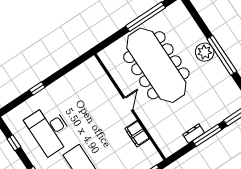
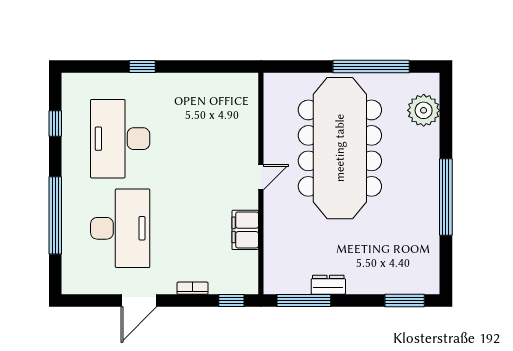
plant: (205, 52) -> (424, 110), moved
window: (207, 135) -> (304, 300), moved

